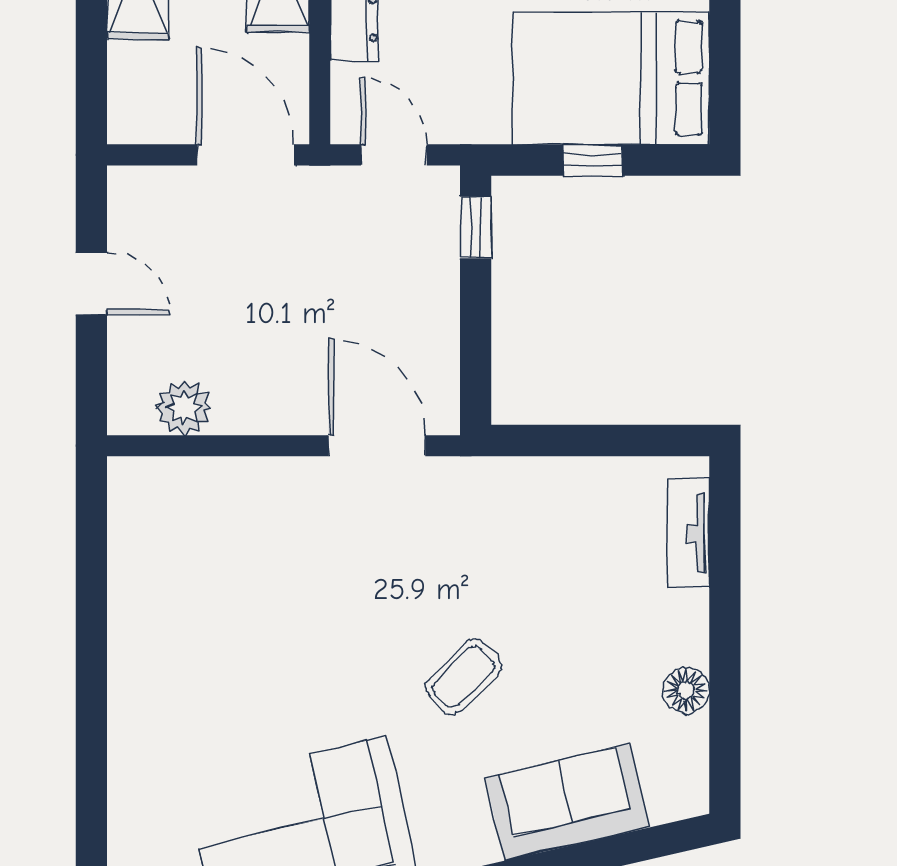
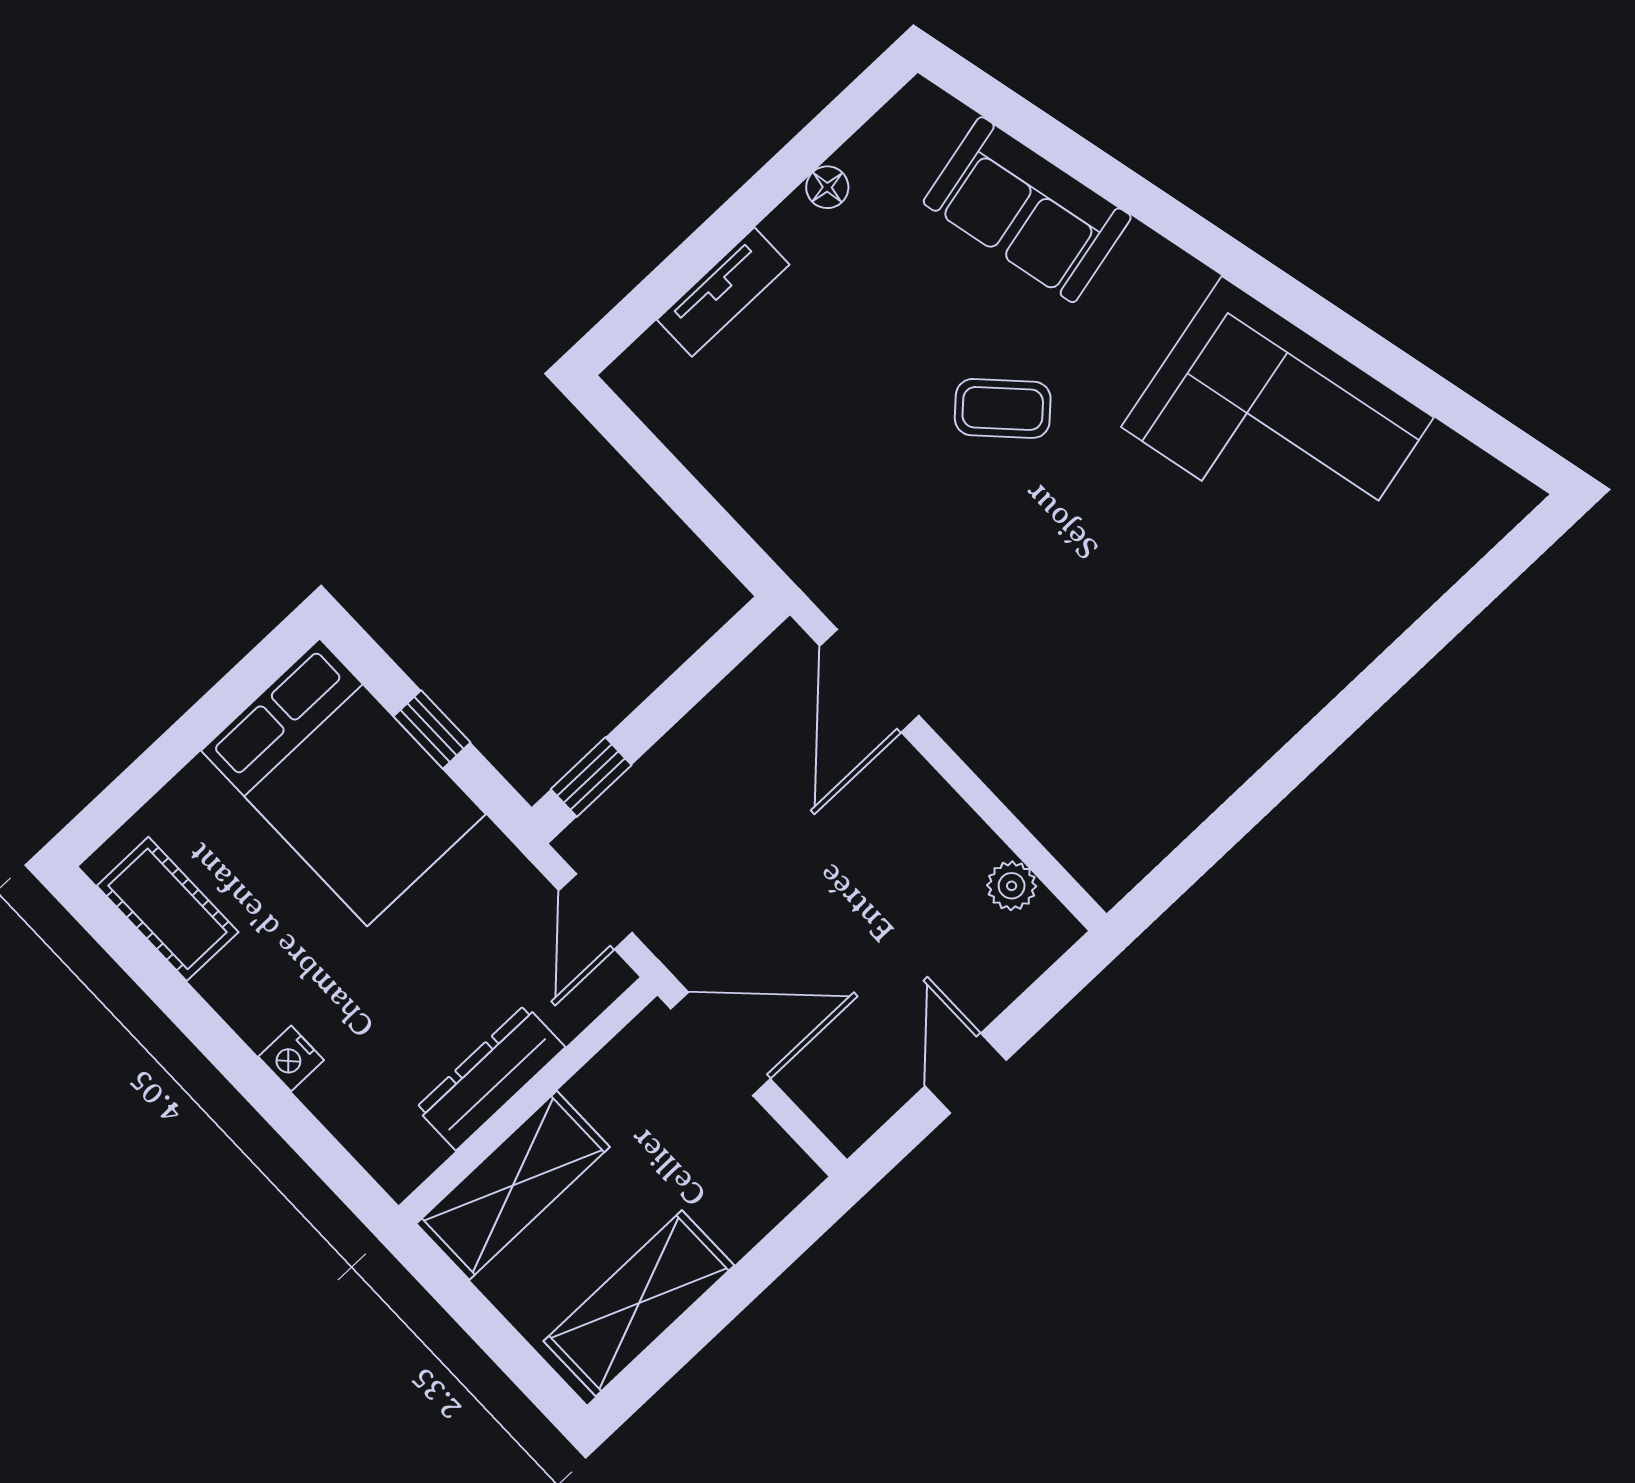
door: (246, 155) -> (721, 1044), swing flipped
plant: (184, 408) -> (1012, 886), width x0.73, depth x0.73
tv unit: (688, 533) -> (723, 292), moved
floor lamp: (686, 690) -> (827, 187), width x0.73, depth x0.73

